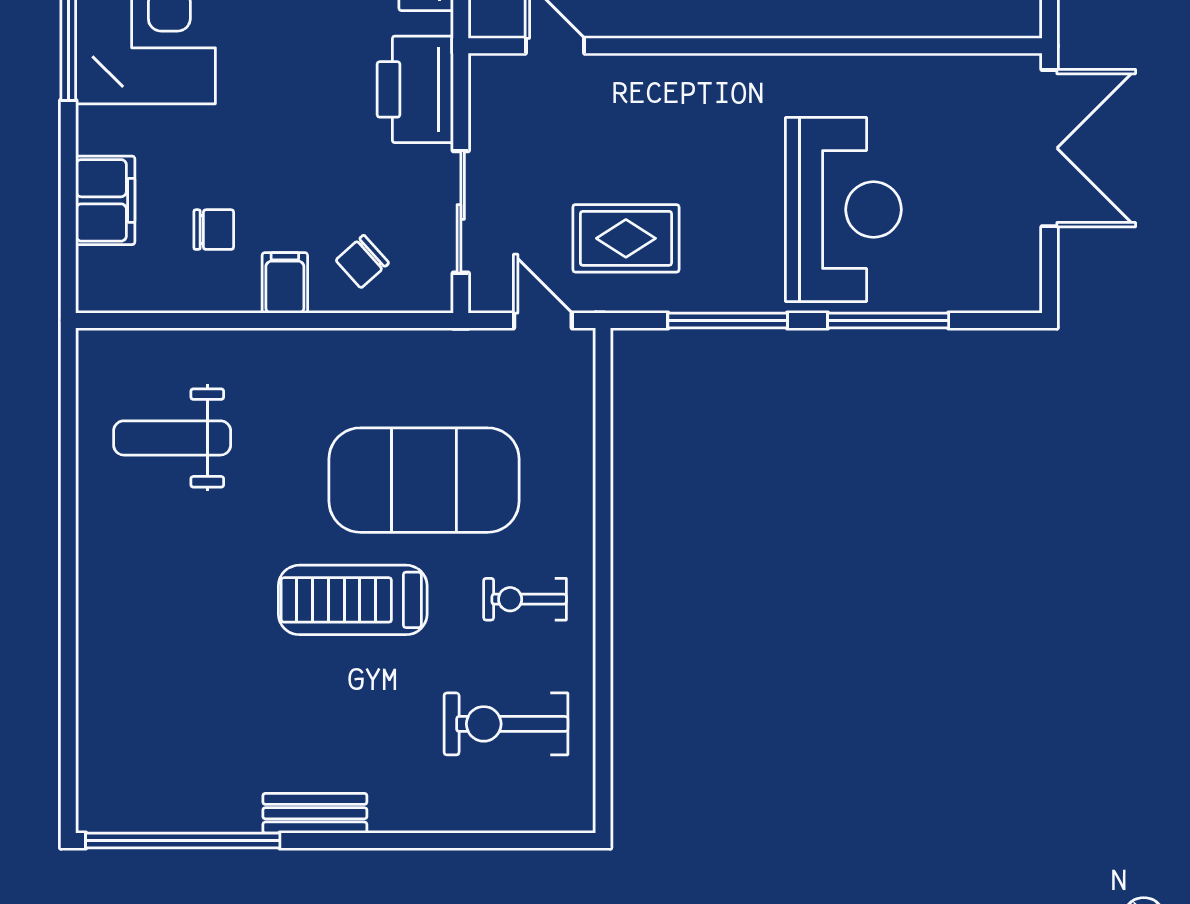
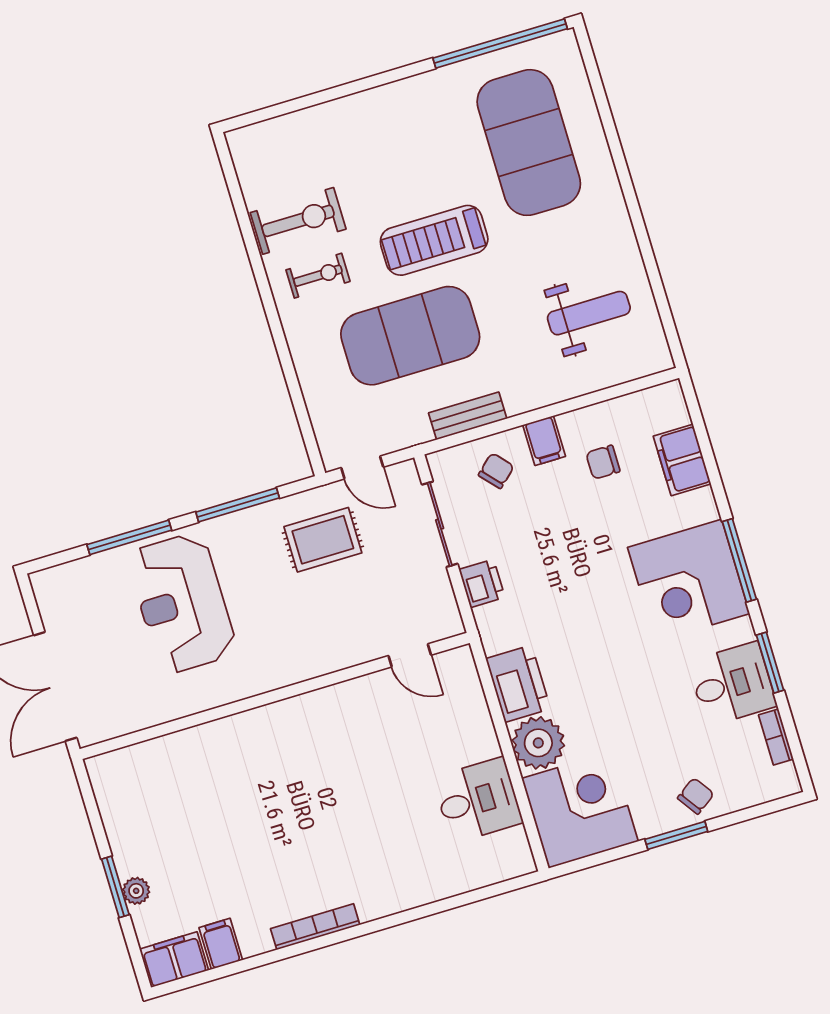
printer: (415, 89) -> (482, 583), width x0.53, depth x0.68
treadmill: (353, 600) -> (434, 240), turned 180
exercise mat: (184, 694) -> (529, 143), added
exercise bike: (506, 724) -> (298, 221), moved
bench: (315, 813) -> (468, 416), moved

